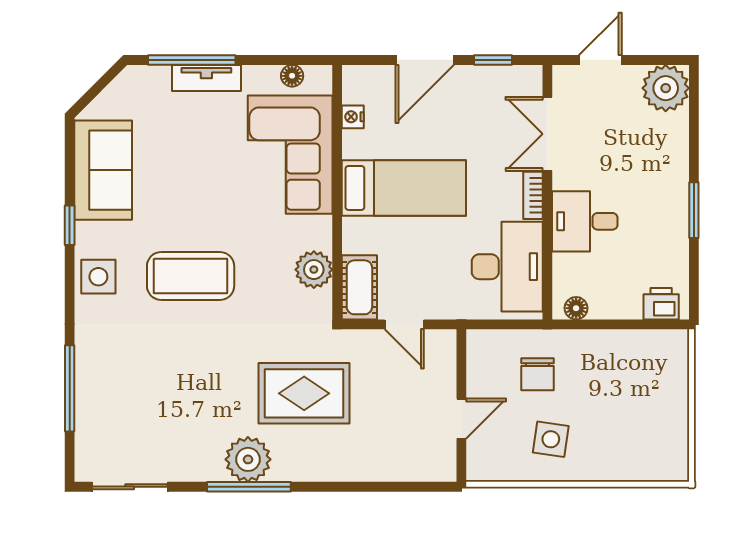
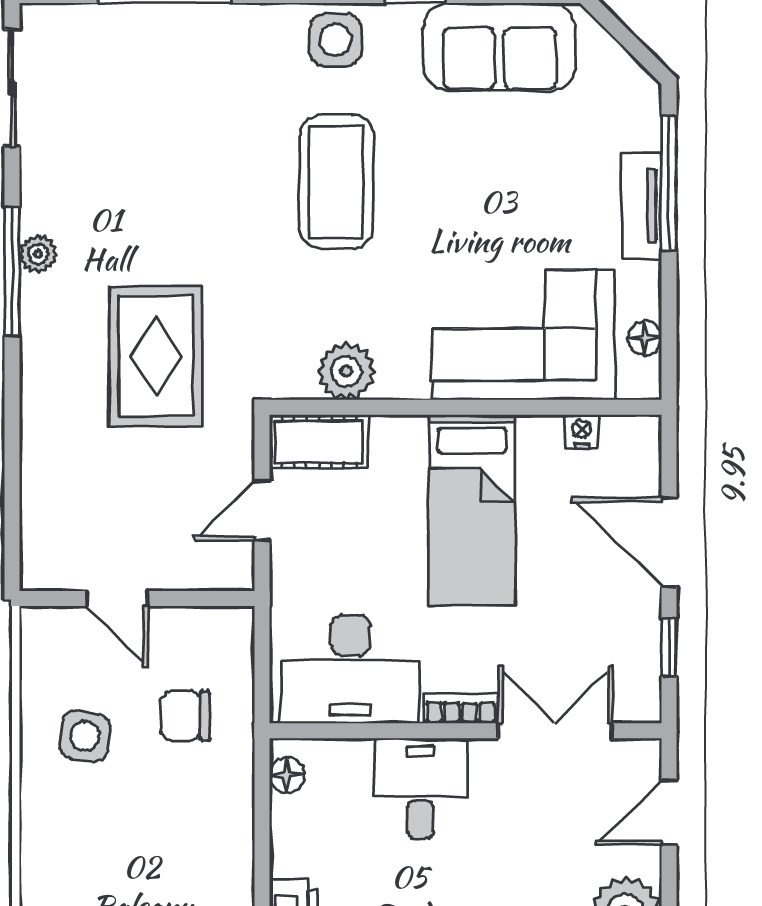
door: (600, 60) -> (669, 812), swing flipped
plant: (248, 459) -> (38, 254), width x0.53, depth x0.53

